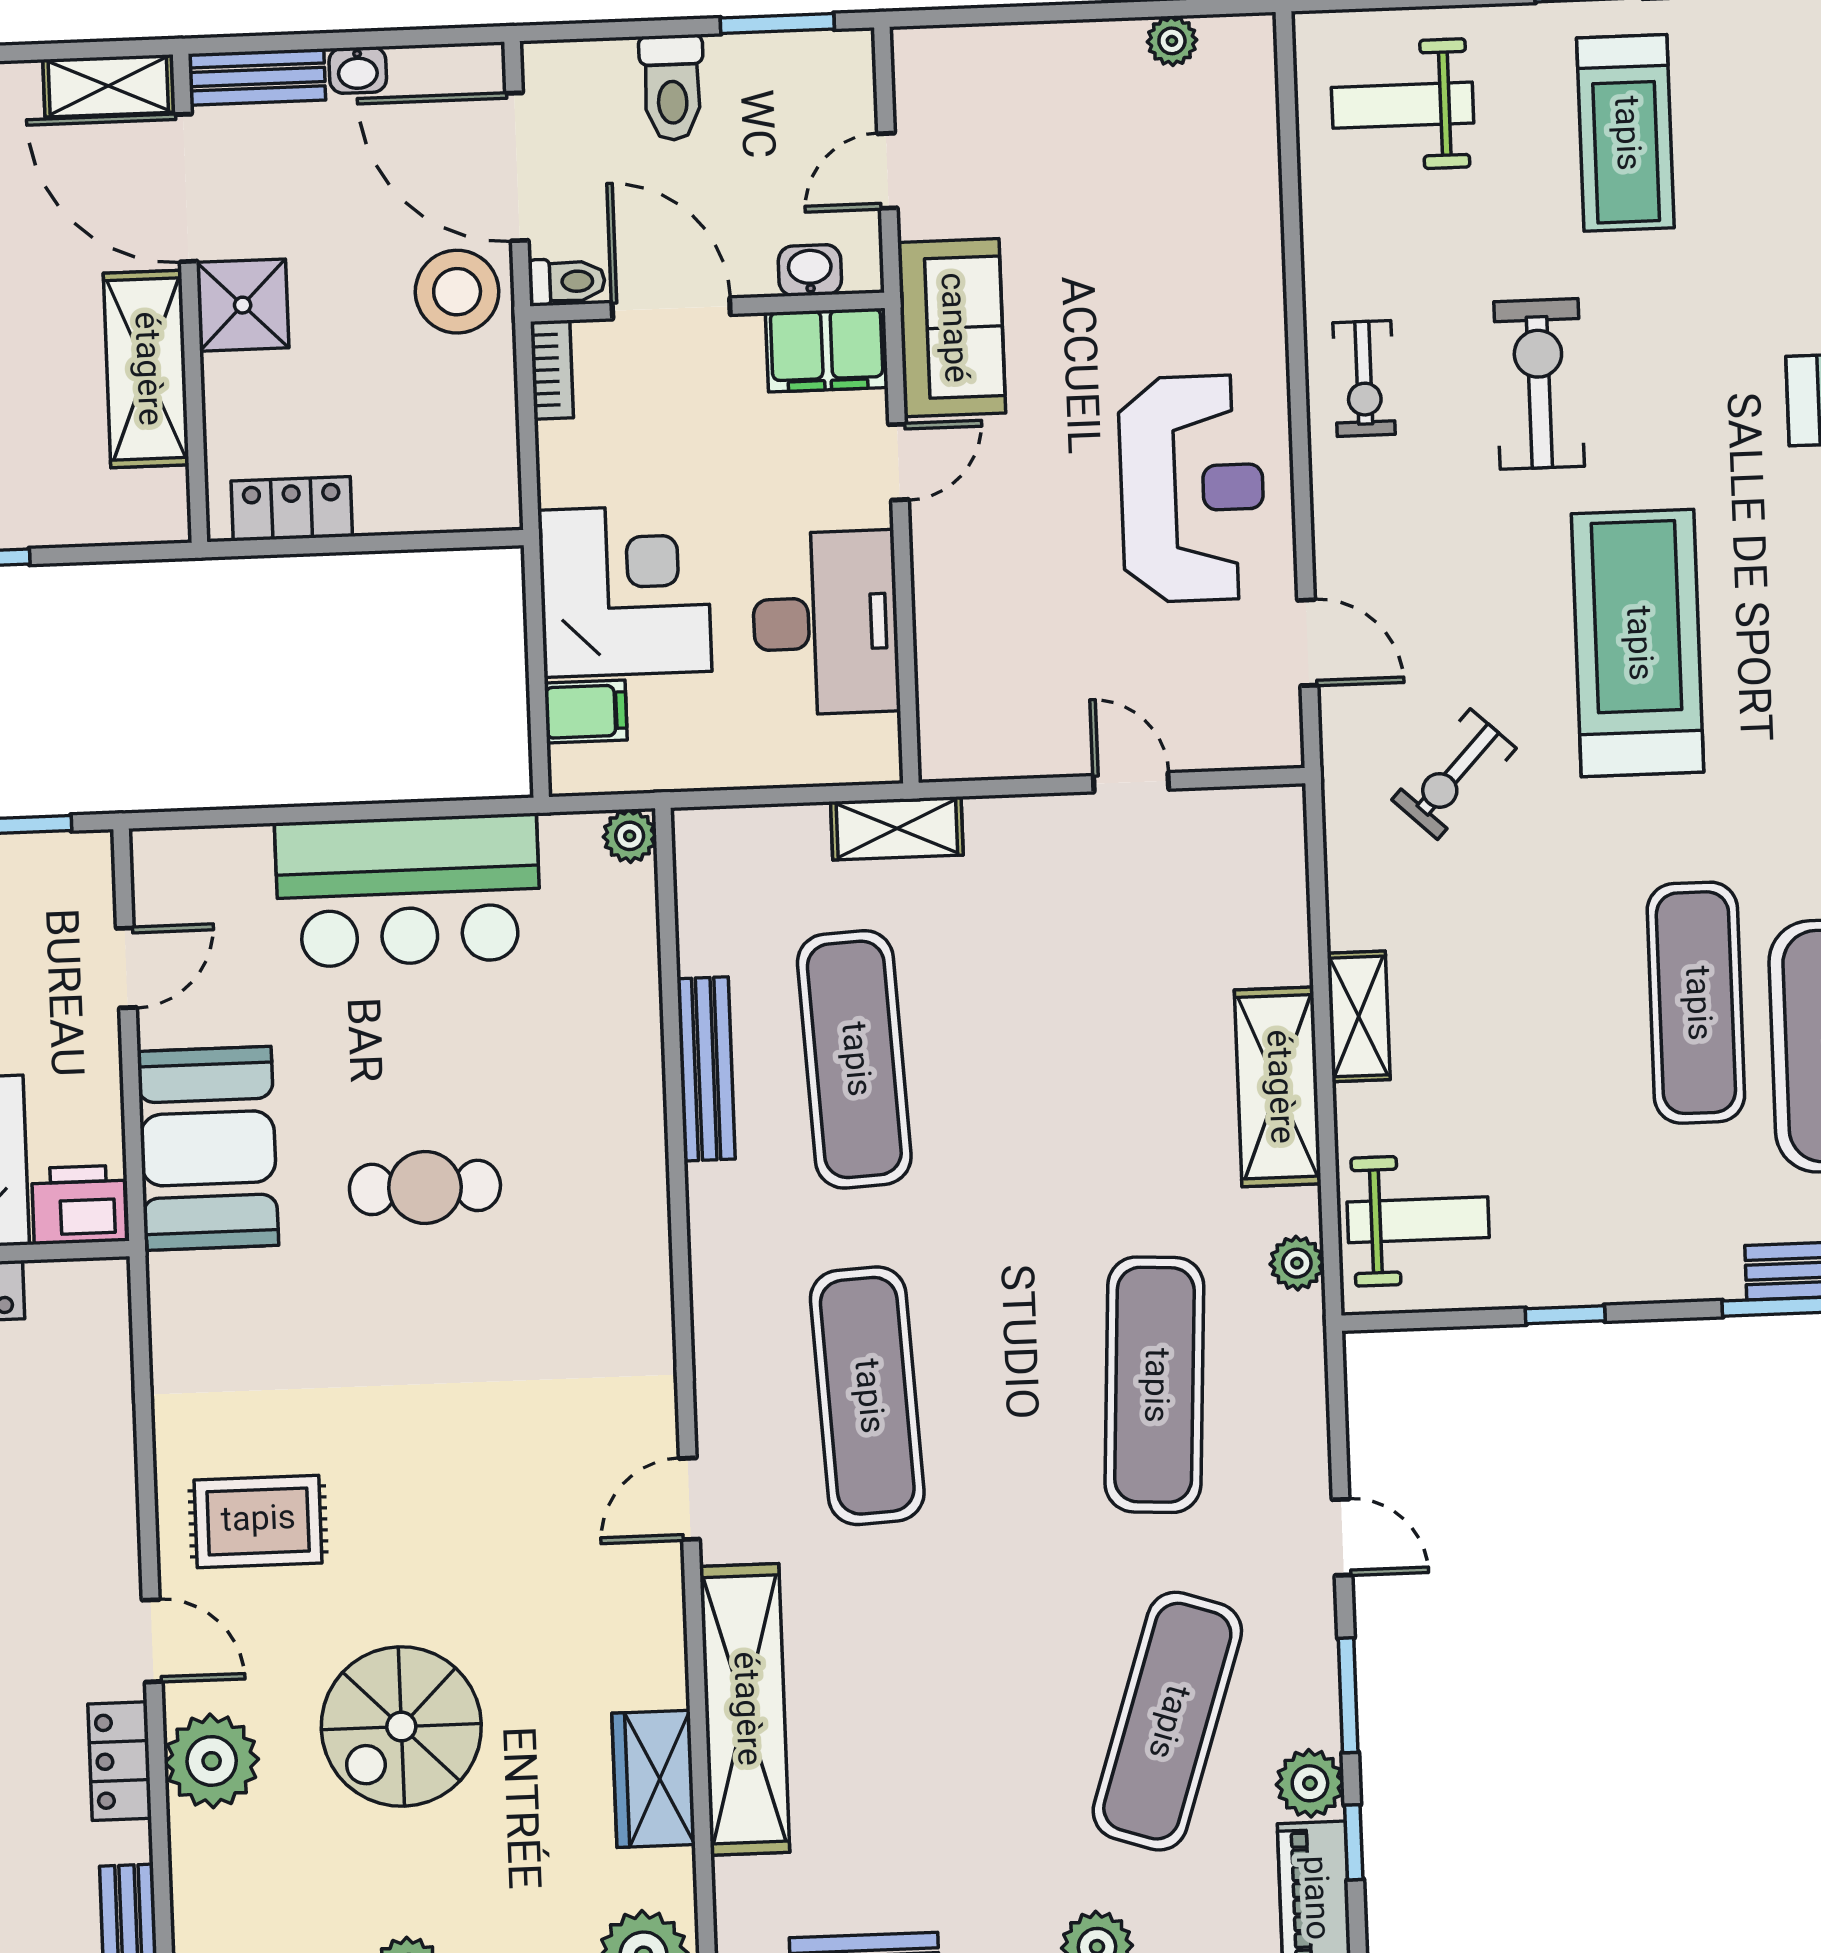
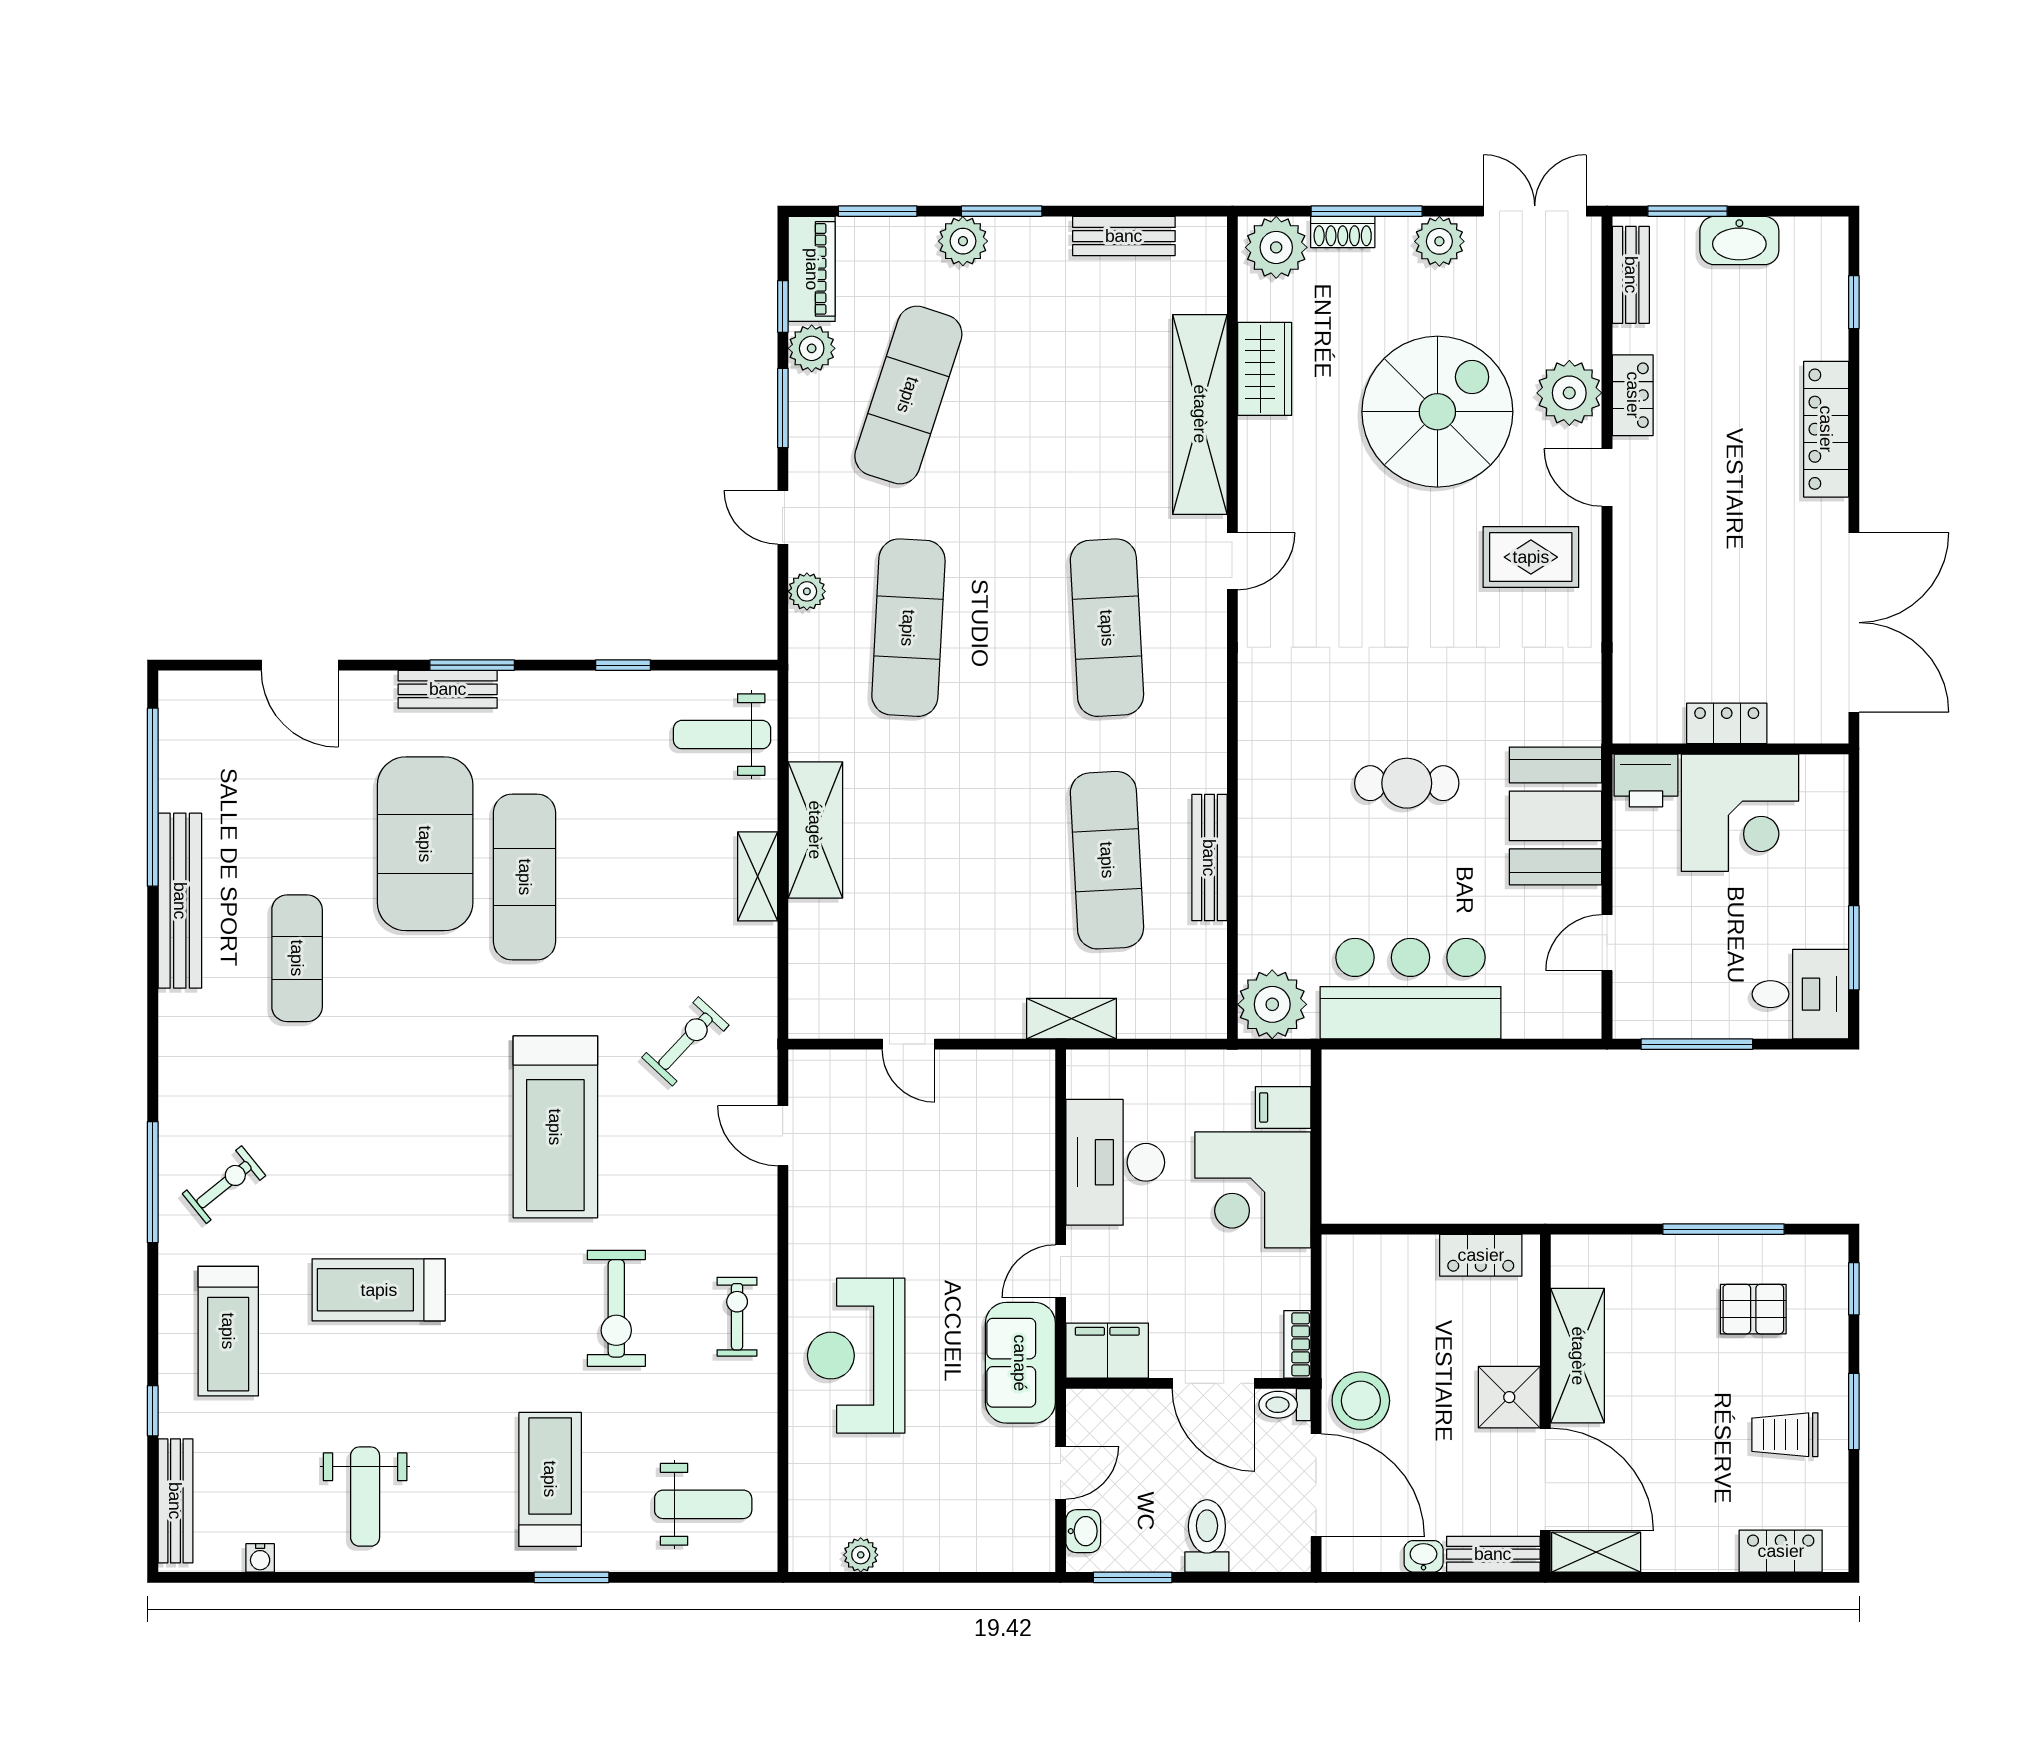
washbasin: (810, 270) -> (1083, 1531), moved, turned -90
reception desk: (1192, 489) -> (856, 1356), moved
plant: (630, 836) -> (1272, 1004), width x1.88, depth x1.88
plant: (1297, 1263) -> (807, 591), moved
spiral stairs: (401, 1727) -> (1437, 412), width x1.37, depth x1.37

